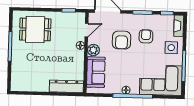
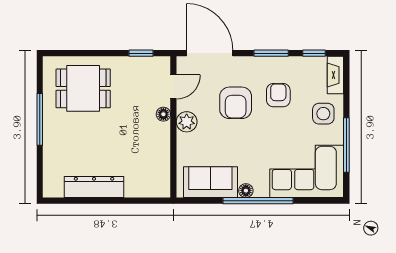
sofa: (96, 72) -> (210, 182), moved, turned -90
dresser: (66, 86) -> (94, 187), moved

